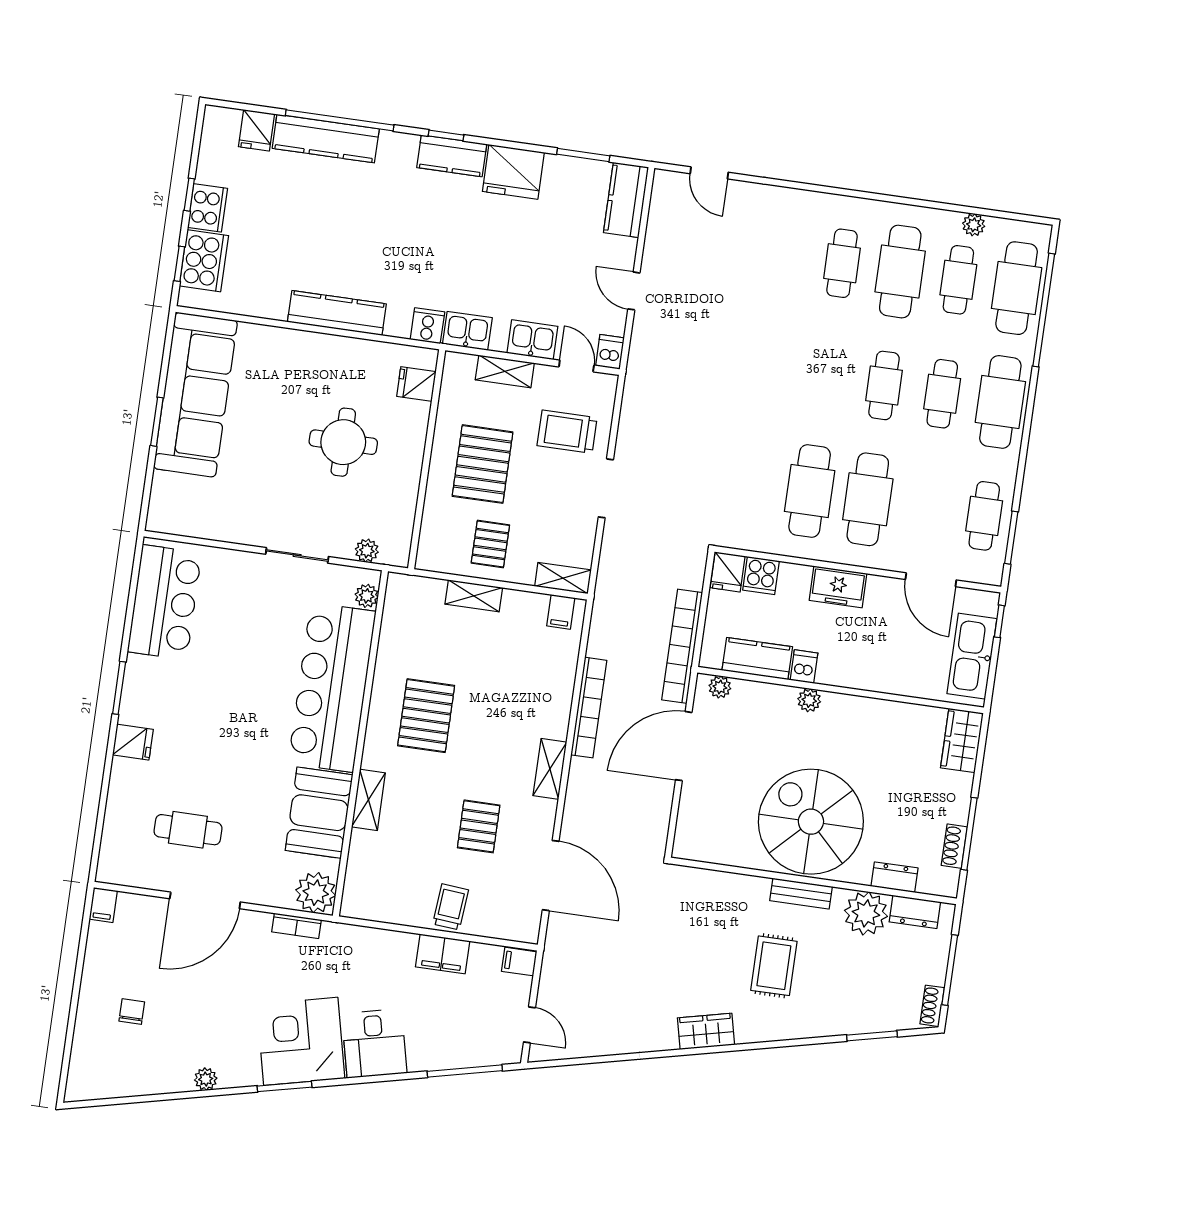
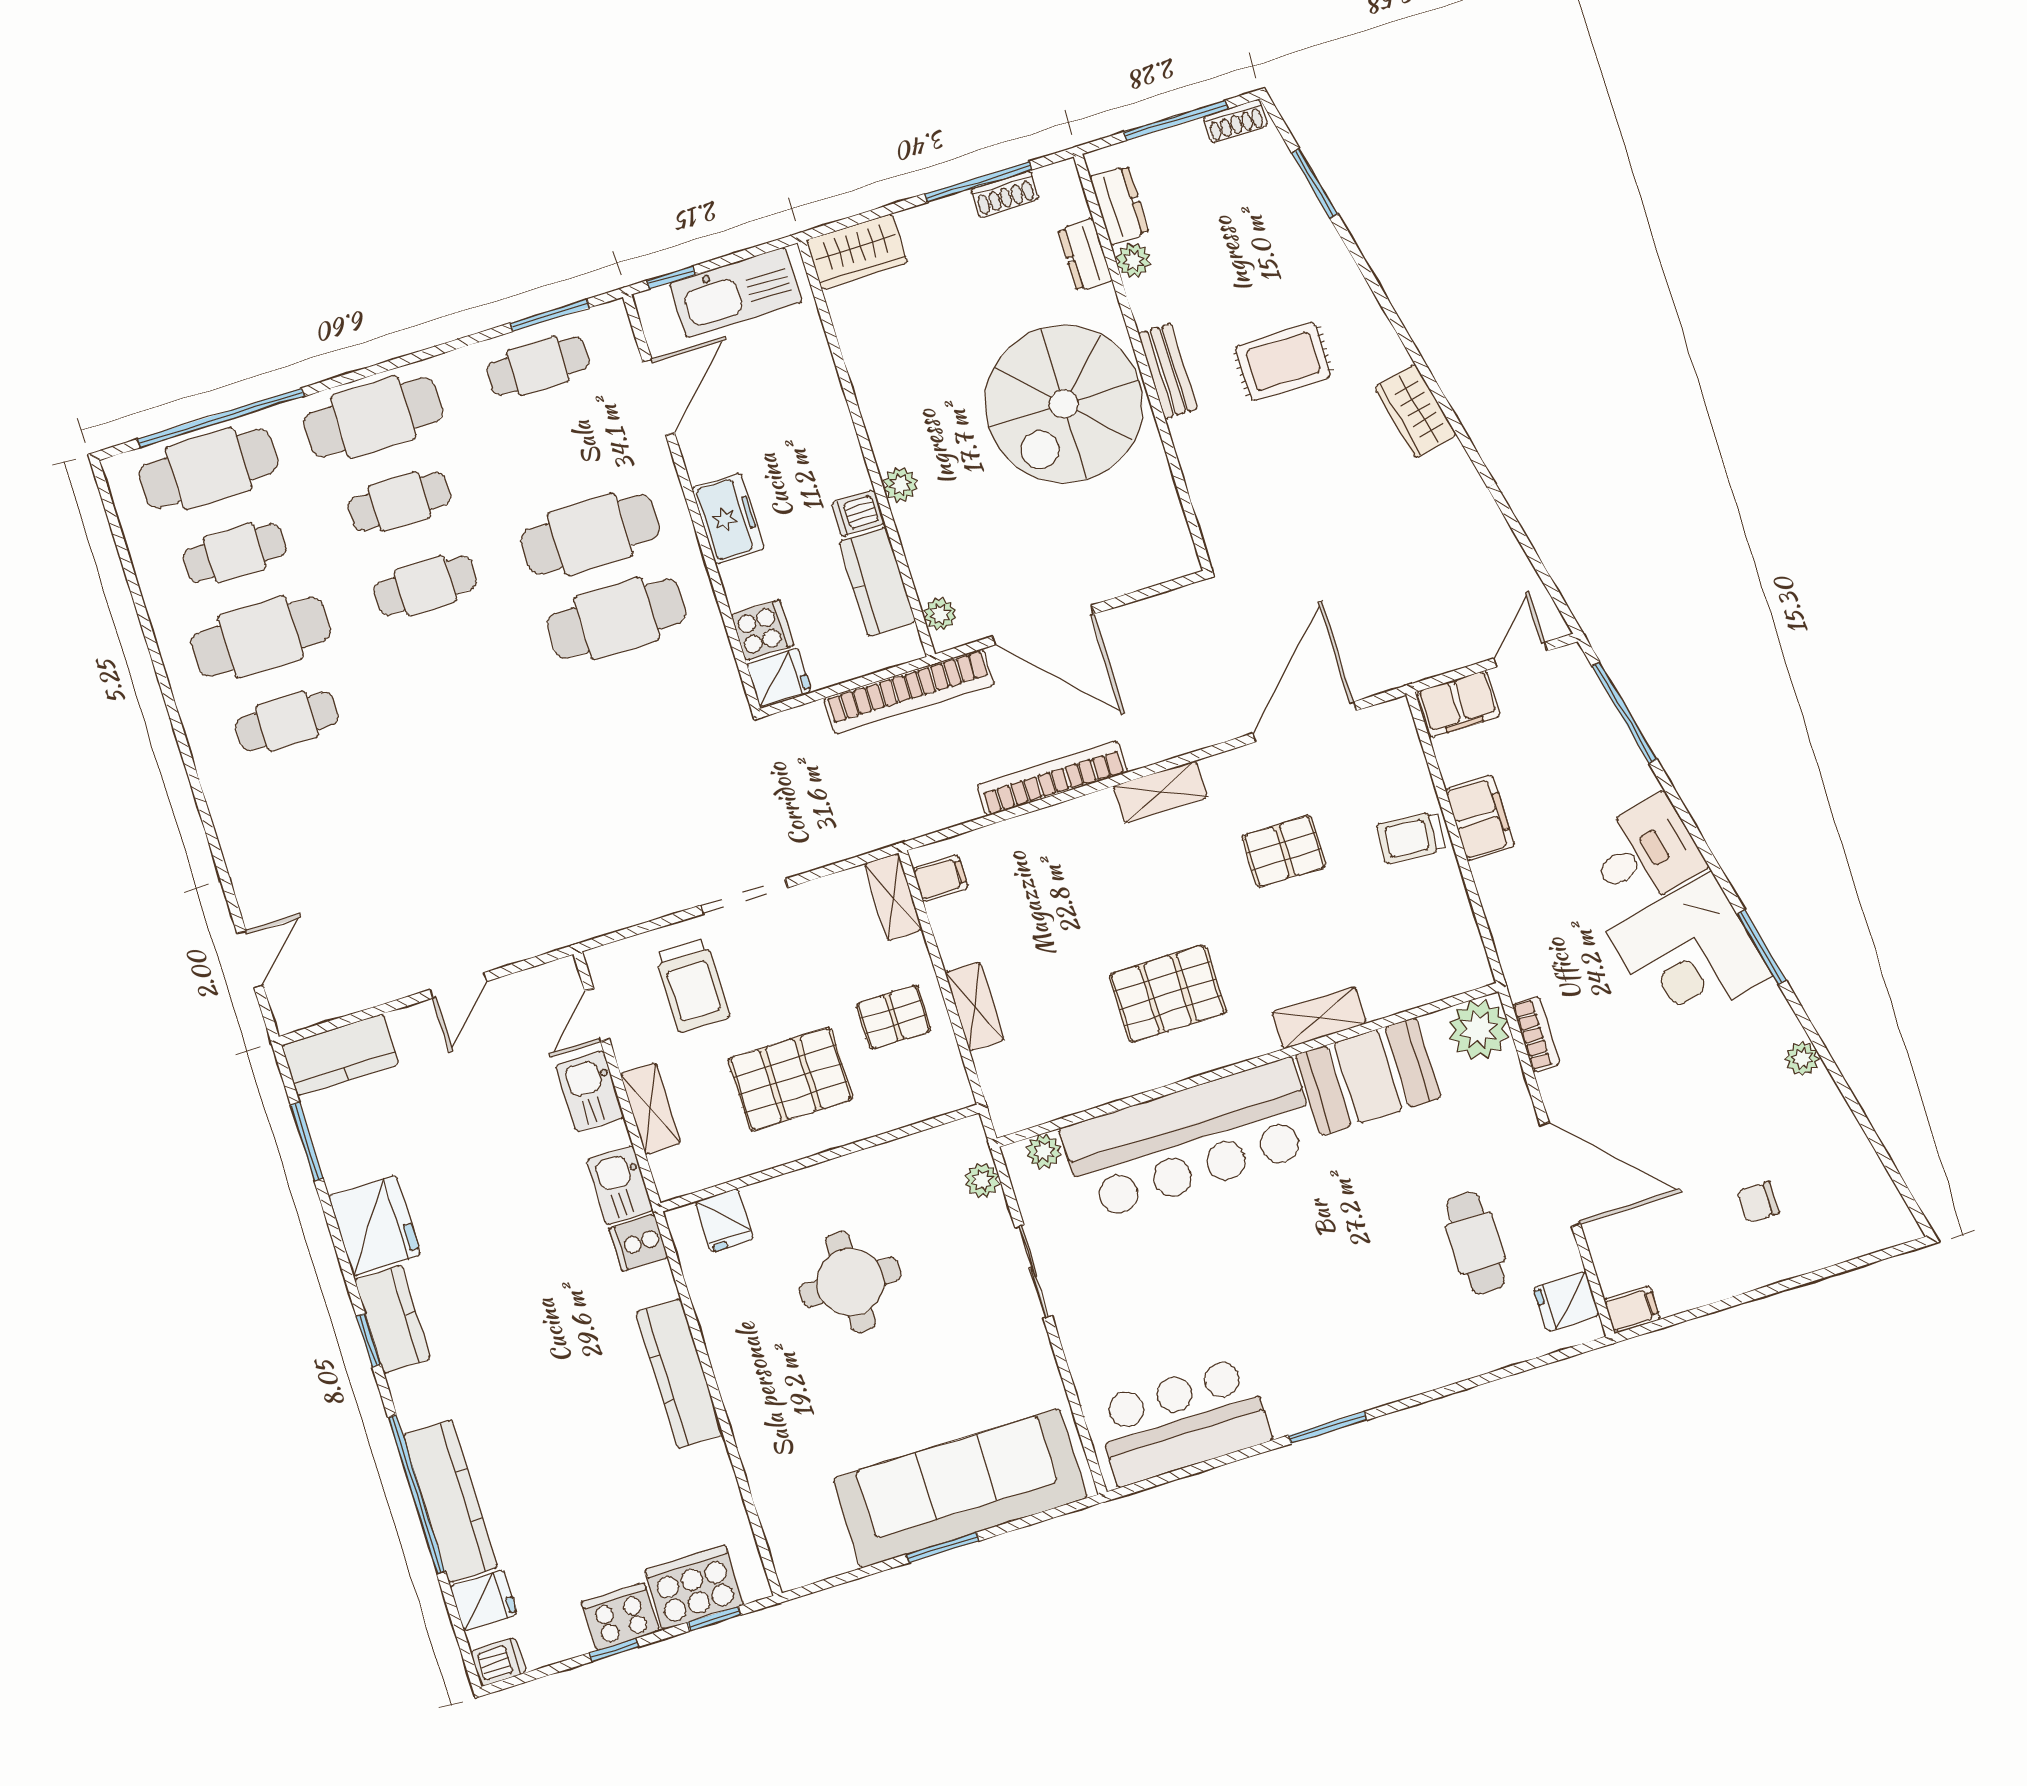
plant: (974, 225) -> (150, 568), removed
dishwasher: (610, 352) -> (498, 1662), moved, turned 180
sofa: (195, 395) -> (960, 1488), moved
fridge: (133, 742) -> (1566, 1301), moved, turned -90
plant: (866, 913) -> (1134, 260), width x0.53, depth x0.53
filing cabinet: (519, 962) -> (1458, 704), width x2.00

